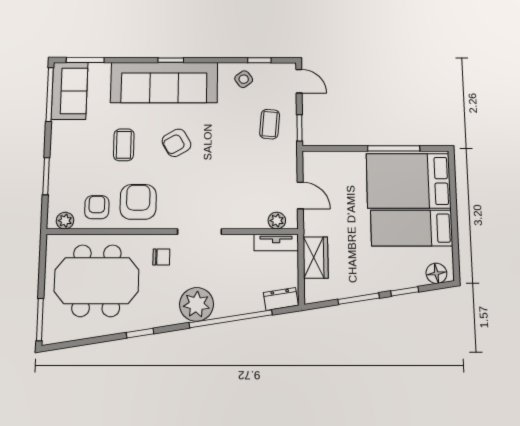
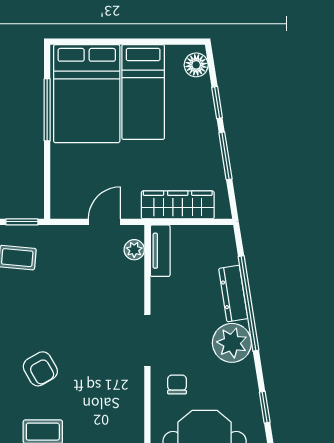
armchair: (138, 202) -> (112, 413), removed
wardrobe: (316, 257) -> (178, 205), width x1.50
dresser: (281, 299) -> (233, 294), moved, width x1.44

